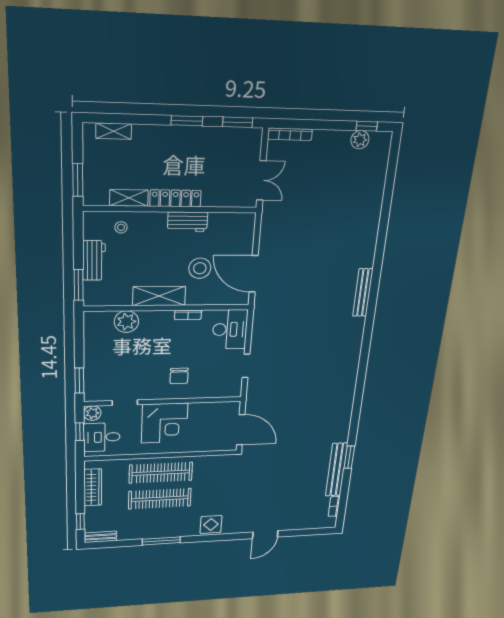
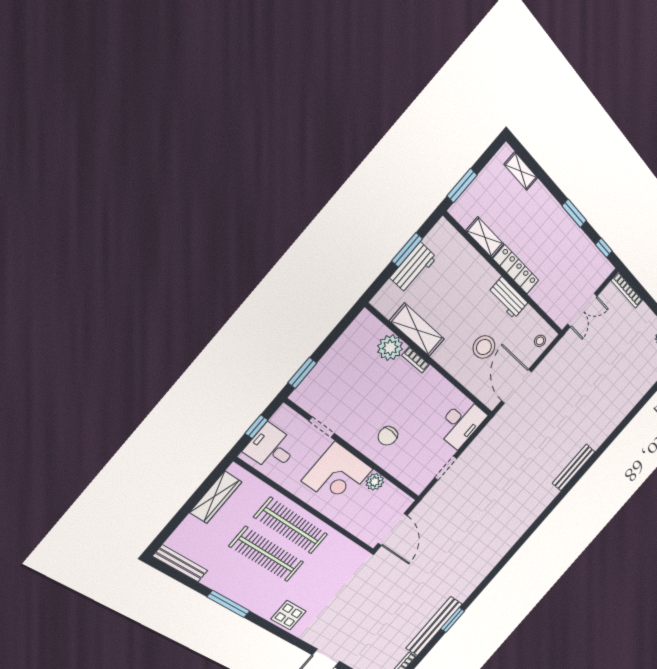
window: (238, 122) -> (604, 248), width x0.67
stool: (121, 227) -> (540, 341), moved
window: (79, 285) -> (407, 250), moved
shelving: (159, 296) -> (417, 330), moved
bookcase: (188, 315) -> (416, 360), moved
plant: (92, 413) -> (375, 482), moved
window: (80, 522) -> (170, 528), removed
bench: (100, 537) -> (180, 563), width x1.36

